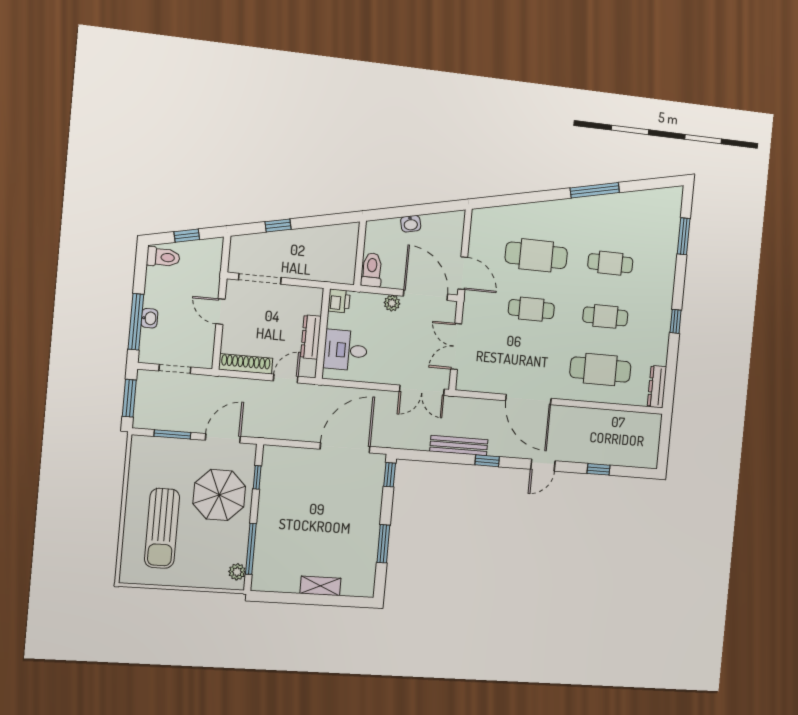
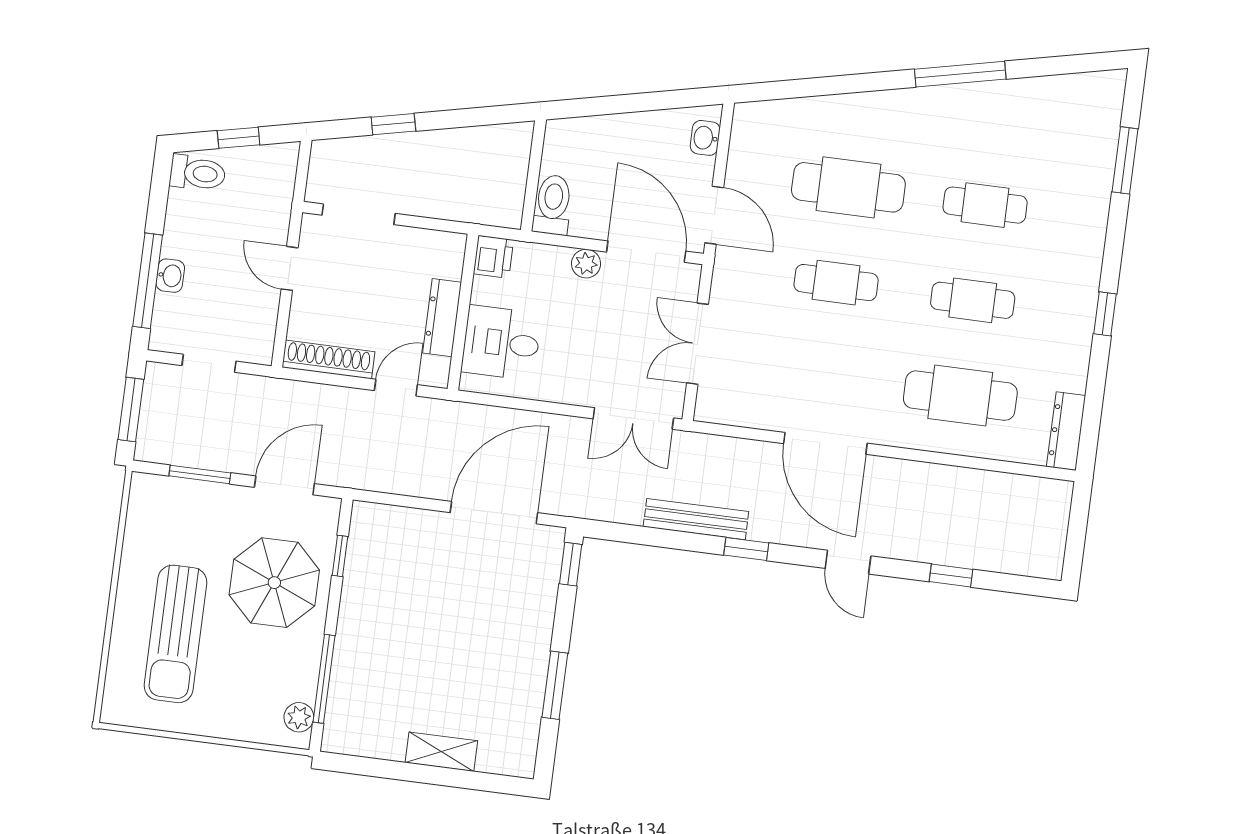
washbasin: (411, 224) -> (705, 138), moved, turned 102
door: (543, 465) -> (848, 562), hinge flipped

